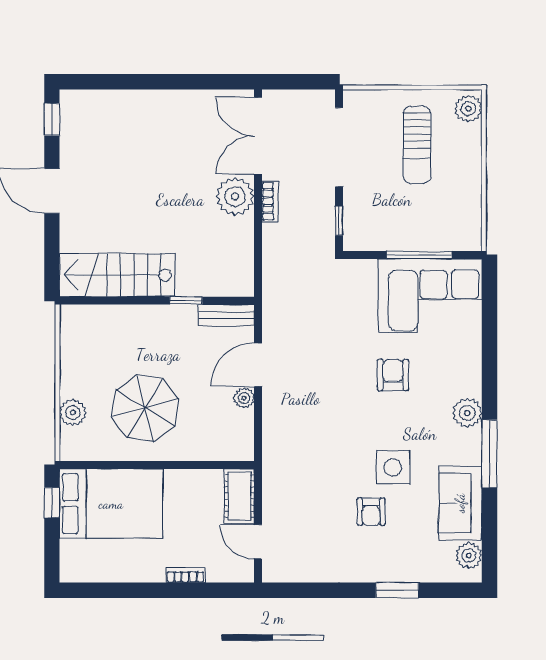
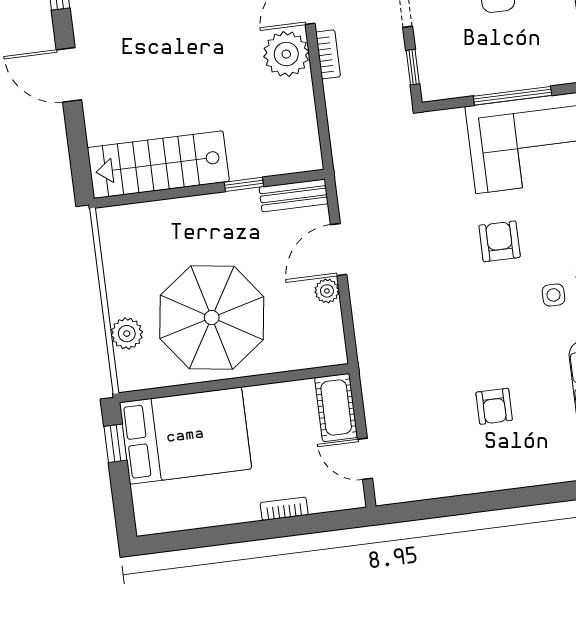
parasol: (145, 408) -> (212, 318), width x1.36, depth x1.36
side table: (393, 468) -> (553, 295), moved, width x0.54, depth x0.54
window: (397, 590) -> (537, 495), removed

